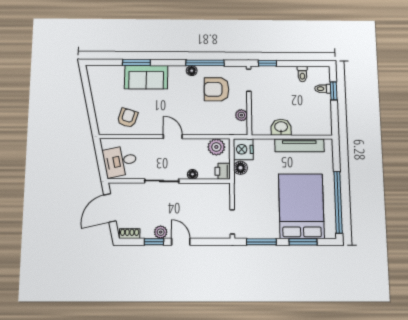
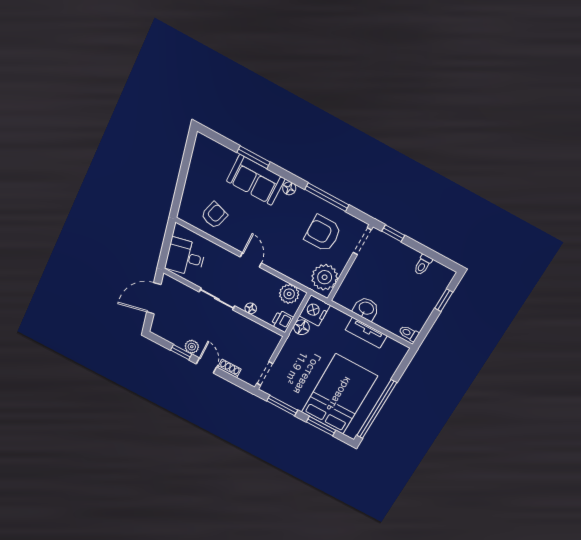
floor lamp: (192, 71) -> (289, 188), moved
toilet: (323, 89) -> (409, 333), moved
plant: (241, 115) -> (325, 277), width x1.88, depth x1.88
tv unit: (299, 145) -> (366, 333), width x0.71
shoe rack: (130, 234) -> (229, 368), moved

